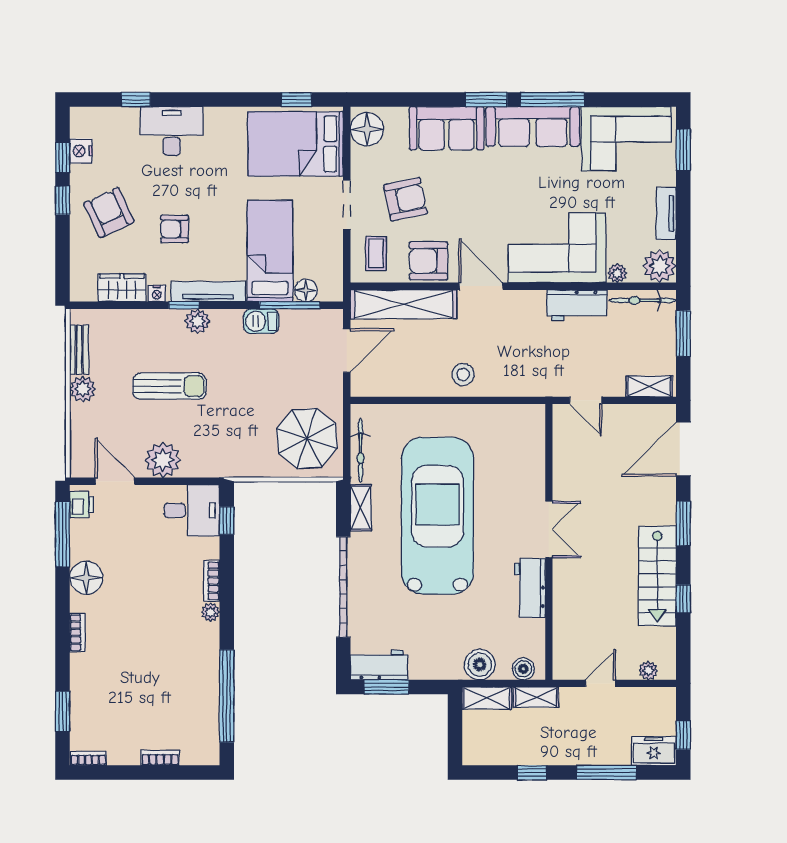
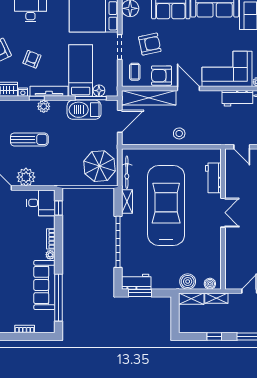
armchair: (174, 229) -> (32, 59), turned 111
barbecue: (261, 321) -> (84, 110), width x1.88, depth x1.53
workbench: (530, 588) -> (213, 178), moved
sofa: (199, 671) -> (44, 285), added

